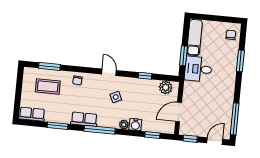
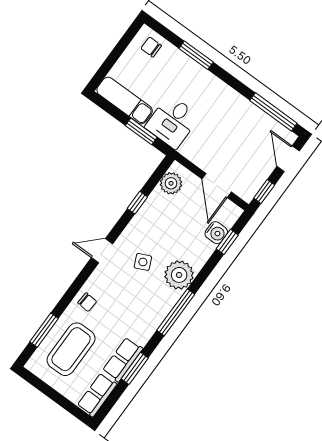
coffee table: (48, 86) -> (71, 349), width x1.36, depth x1.32
row of seats: (84, 119) -> (123, 360), moved
plant: (124, 125) -> (179, 275), width x1.87, depth x1.87
water cooler: (135, 125) -> (216, 233), moved

